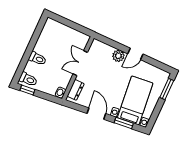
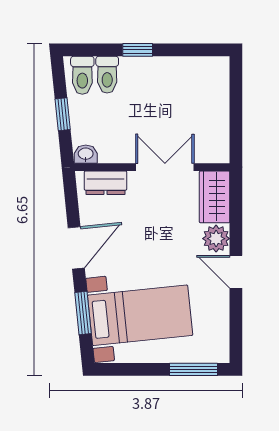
wardrobe: (101, 49) -> (215, 197), added
window: (28, 52) -> (138, 50), added
toilet: (37, 59) -> (107, 75), moved
window: (27, 90) -> (63, 114), moved

